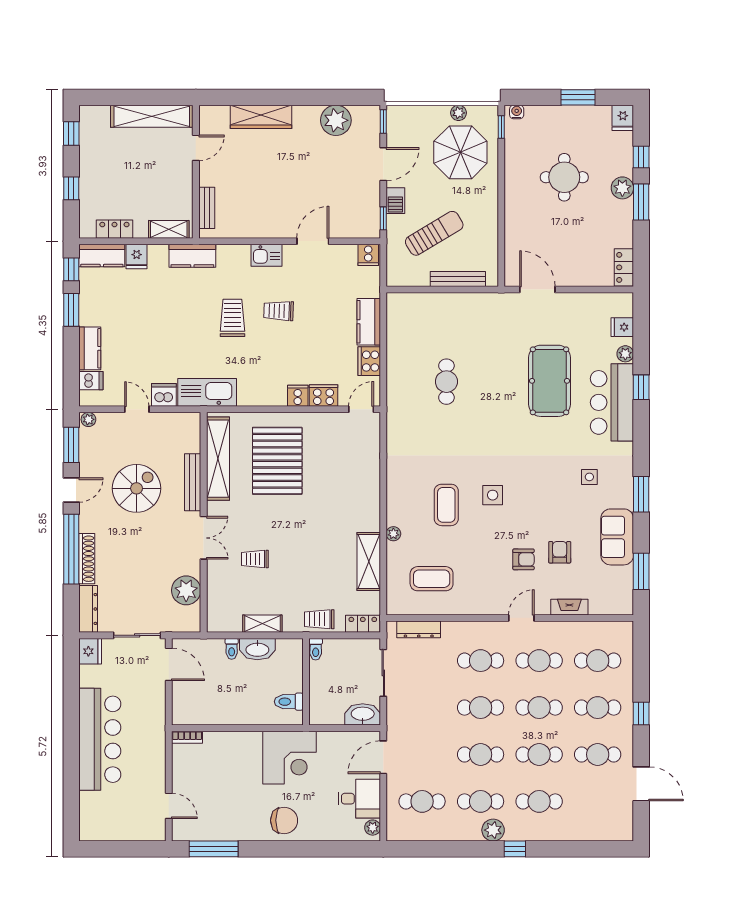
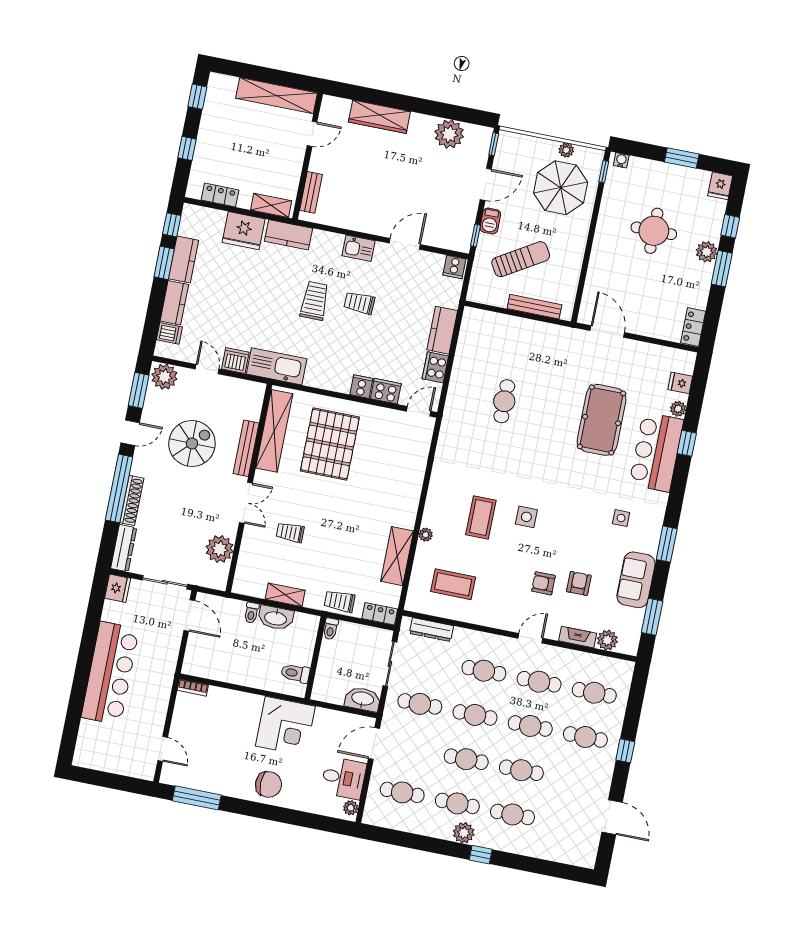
kitchen counter: (102, 256) -> (184, 259), moved, turned -90
fridge: (137, 257) -> (244, 231), width x1.88, depth x1.34
plant: (88, 419) -> (164, 377), width x1.87, depth x1.87
armchair: (524, 559) -> (543, 583), turned 180
plant: (600, 604) -> (607, 640), added
cafe table: (598, 754) -> (420, 704), moved

